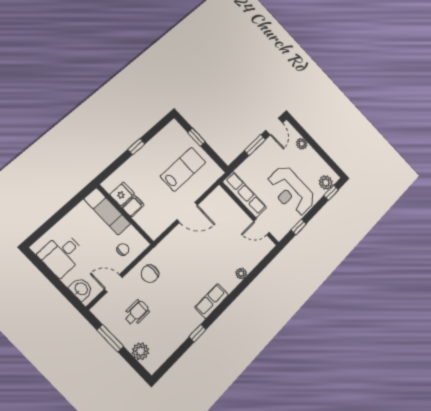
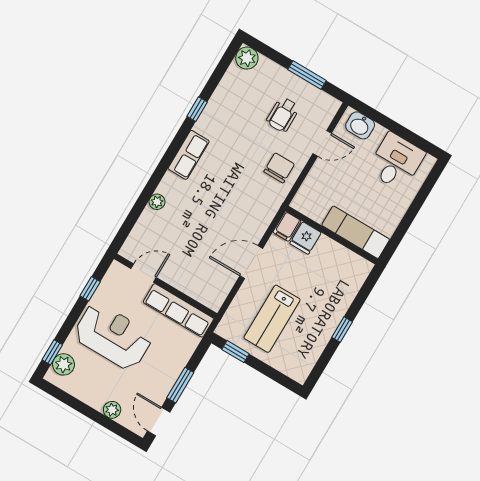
window: (197, 137) -> (236, 352), moved
fridge: (122, 194) -> (305, 238), moved
filing cabinet: (133, 206) -> (287, 226), moved
chair: (123, 249) -> (322, 189), removed
plant: (141, 351) -> (247, 58), moved

